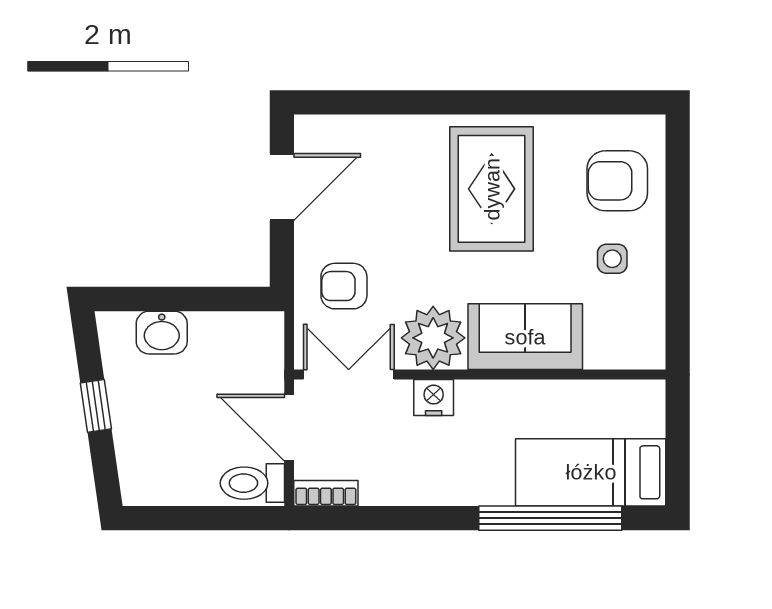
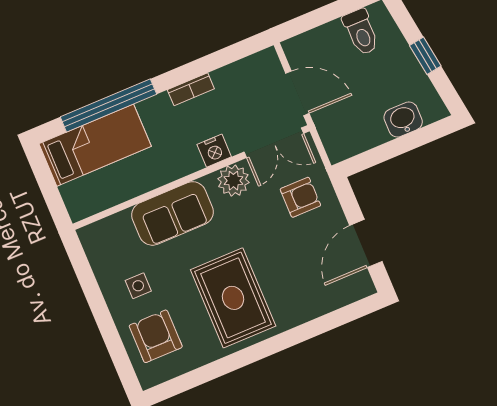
armchair: (617, 181) -> (156, 336), turned -90
plant: (433, 338) -> (233, 181), width x0.73, depth x0.73
toilet: (252, 483) -> (361, 32), moved, turned 90
bookcase: (326, 493) -> (191, 89), moved

